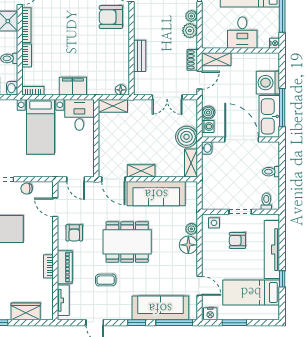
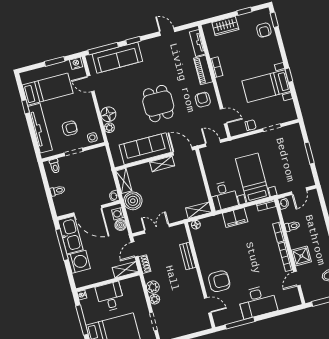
dining table: (127, 242) -> (158, 104), width x0.73
coffee table: (106, 280) -> (167, 68), removed

